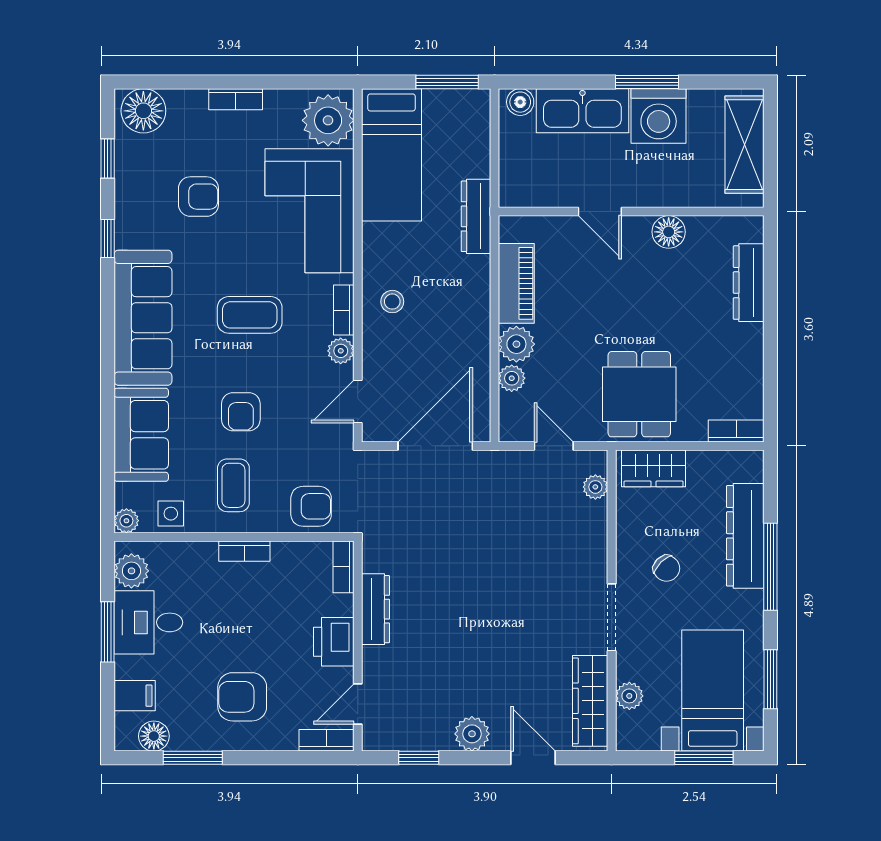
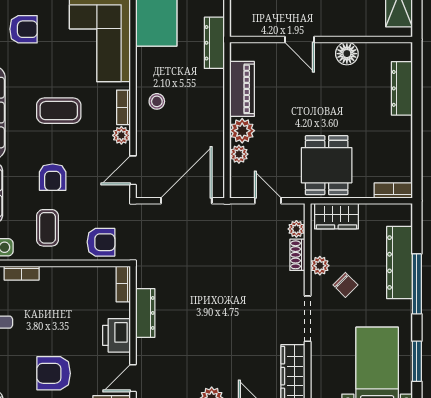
shoe rack: (597, 525) -> (297, 255), added
bookcase: (244, 551) -> (22, 273), moved
plant: (629, 696) -> (320, 266), moved

